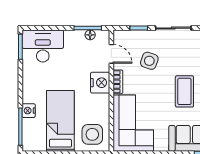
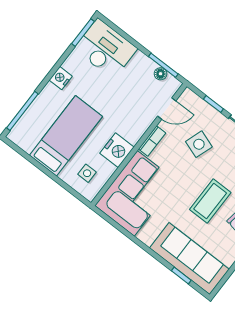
door: (111, 54) -> (167, 109), hinge flipped
nightstand: (100, 83) -> (117, 150), moved
nightstand: (29, 111) -> (61, 78), moved
side table: (92, 134) -> (87, 173), width x0.54, depth x0.54

